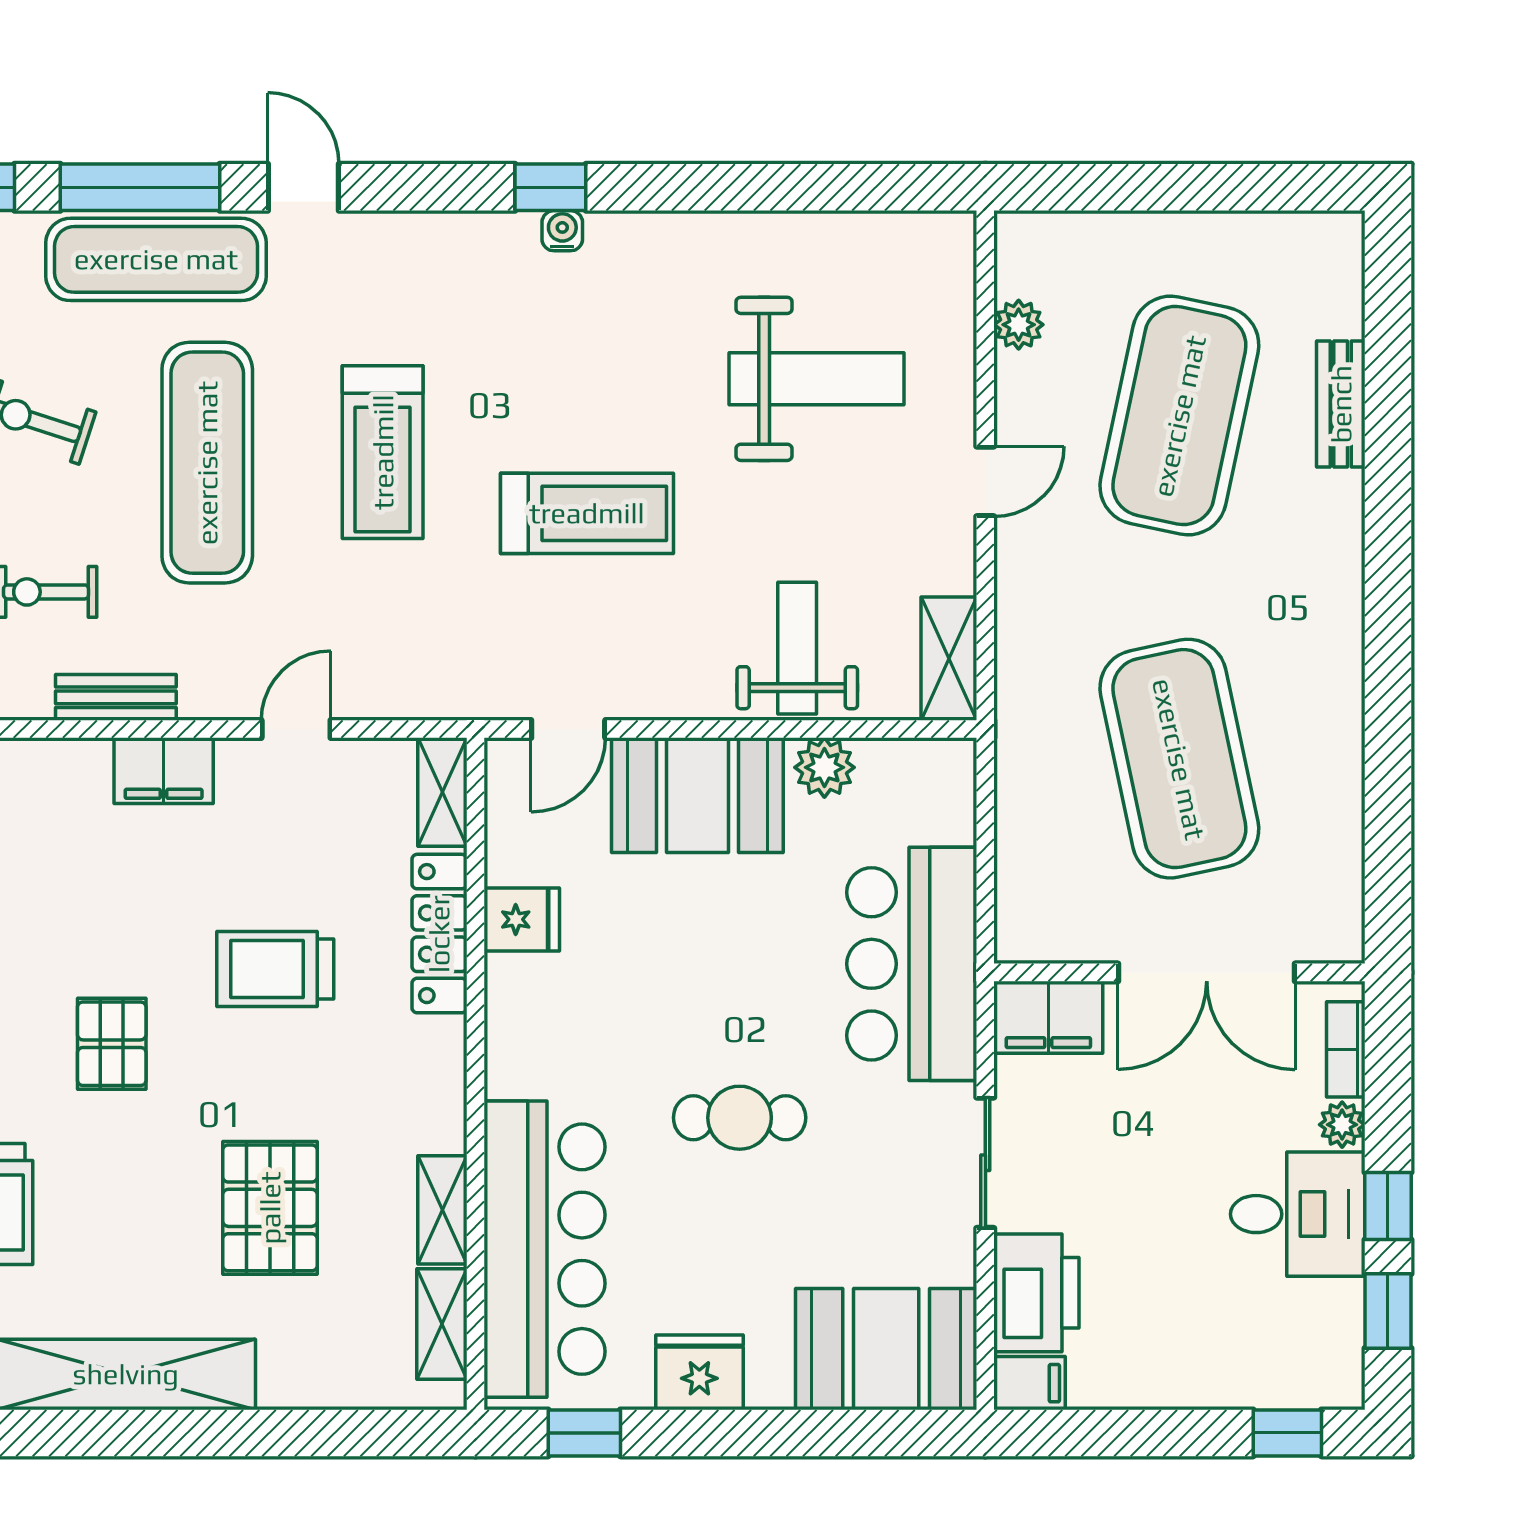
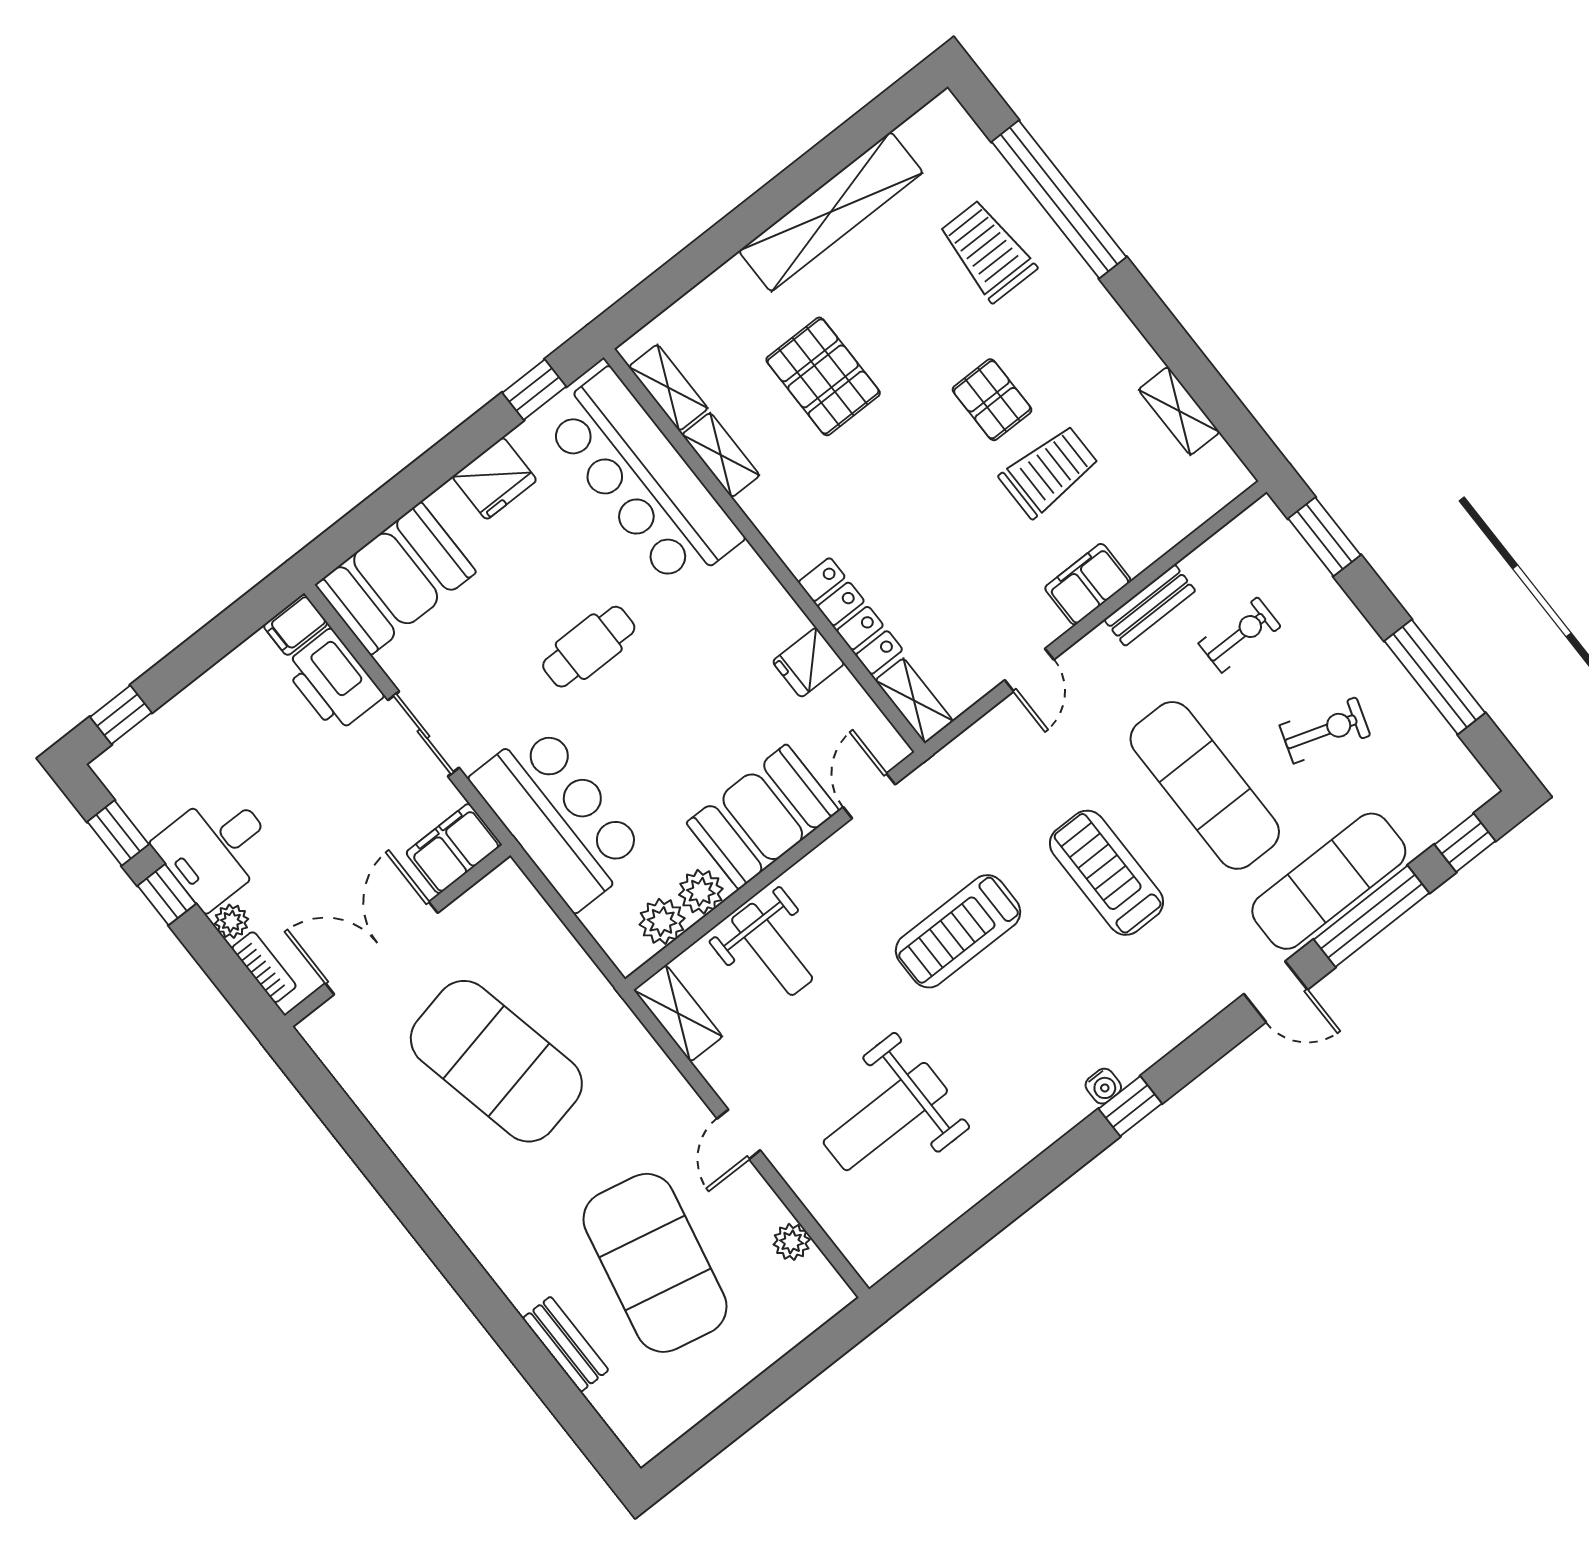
plant: (890, 768) -> (662, 921), added
trolley: (275, 969) -> (1049, 471), moved

